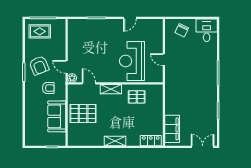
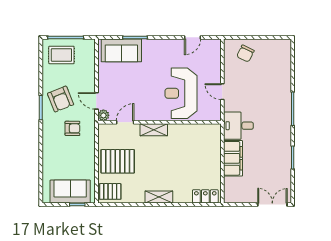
door: (130, 18) -> (193, 37), moved
sofa: (86, 28) -> (121, 50), added
desk: (207, 30) -> (238, 126), moved, turned -90
door: (89, 83) -> (125, 122), hinge flipped
pallet: (137, 97) -> (110, 191), moved
sofa: (57, 116) -> (70, 192), moved, turned 90
filing cabinet: (172, 129) -> (233, 158), moved

